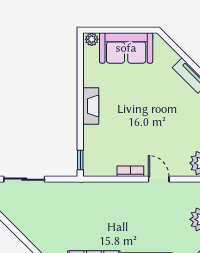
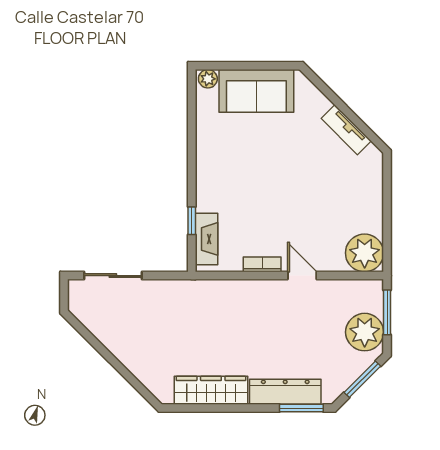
fireplace: (91, 106) -> (206, 239), moved
window: (80, 160) -> (192, 221), moved

